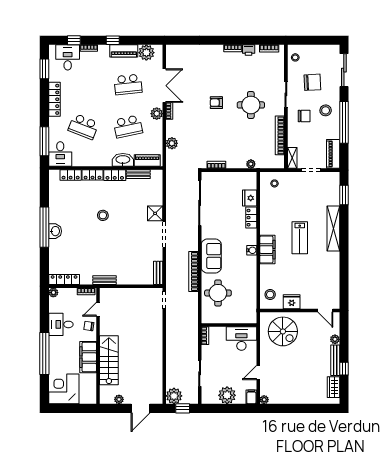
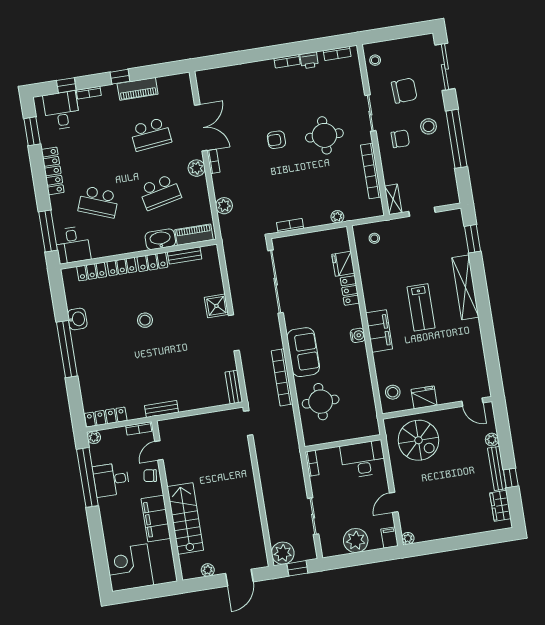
plant: (146, 53) -> (169, 86), removed
piano: (333, 154) -> (448, 185), removed
washbasin: (55, 231) -> (77, 319), moved
window: (44, 354) -> (87, 477), moved

